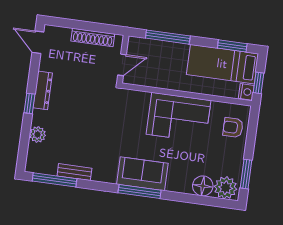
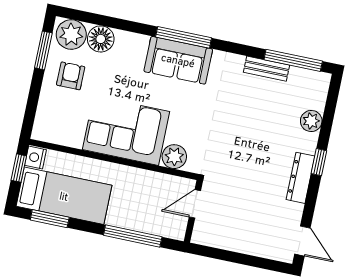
shoe rack: (93, 37) -> (230, 242), removed
plant: (140, 100) -> (174, 157), added
armchair: (233, 127) -> (71, 76), moved, turned -90

